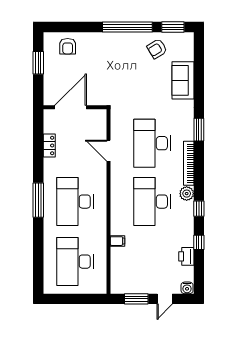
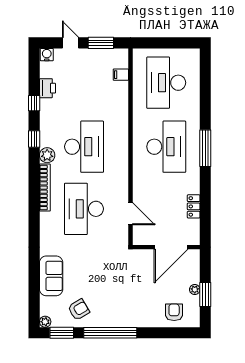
plant: (189, 37) -> (45, 322), added
plant: (48, 68) -> (195, 290), added
window: (199, 130) -> (34, 223), removed
desk: (152, 143) -> (84, 209), turned 180
door: (108, 151) -> (131, 214), moved
filing cabinet: (117, 241) -> (121, 75), moved
desk: (75, 262) -> (166, 83), turned 180
door: (165, 299) -> (70, 43), hinge flipped

